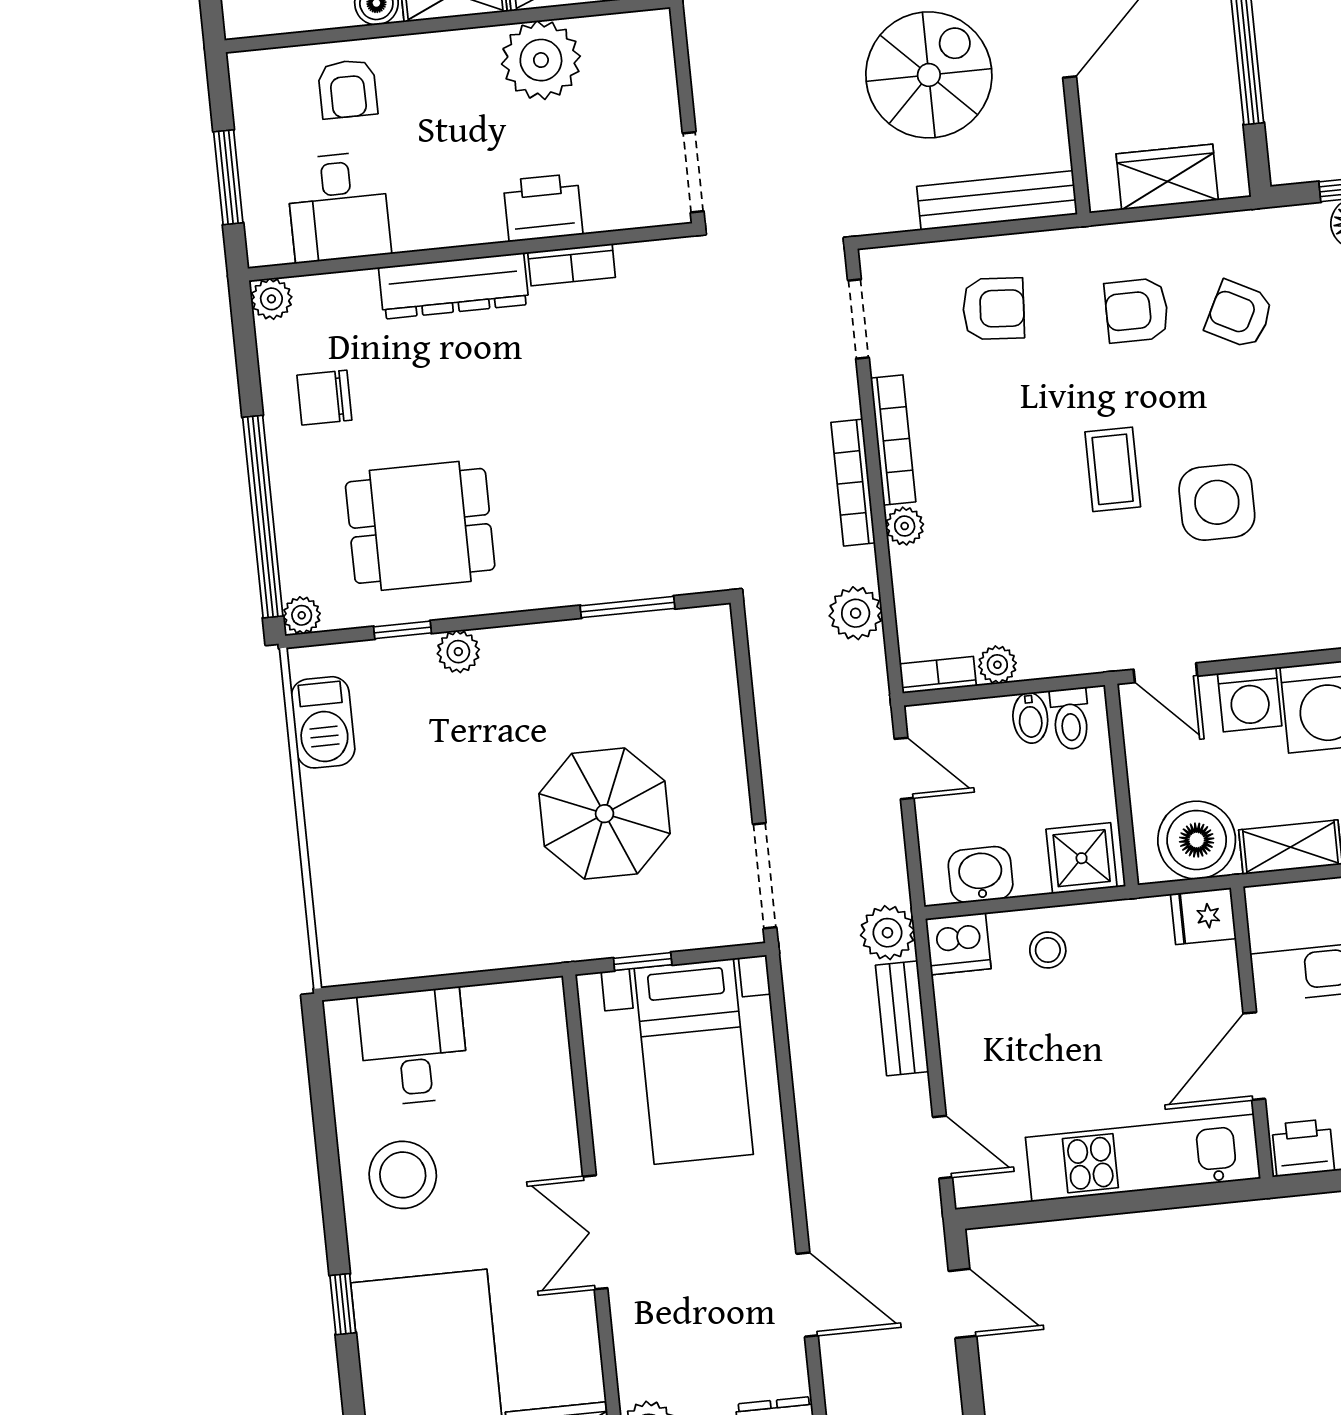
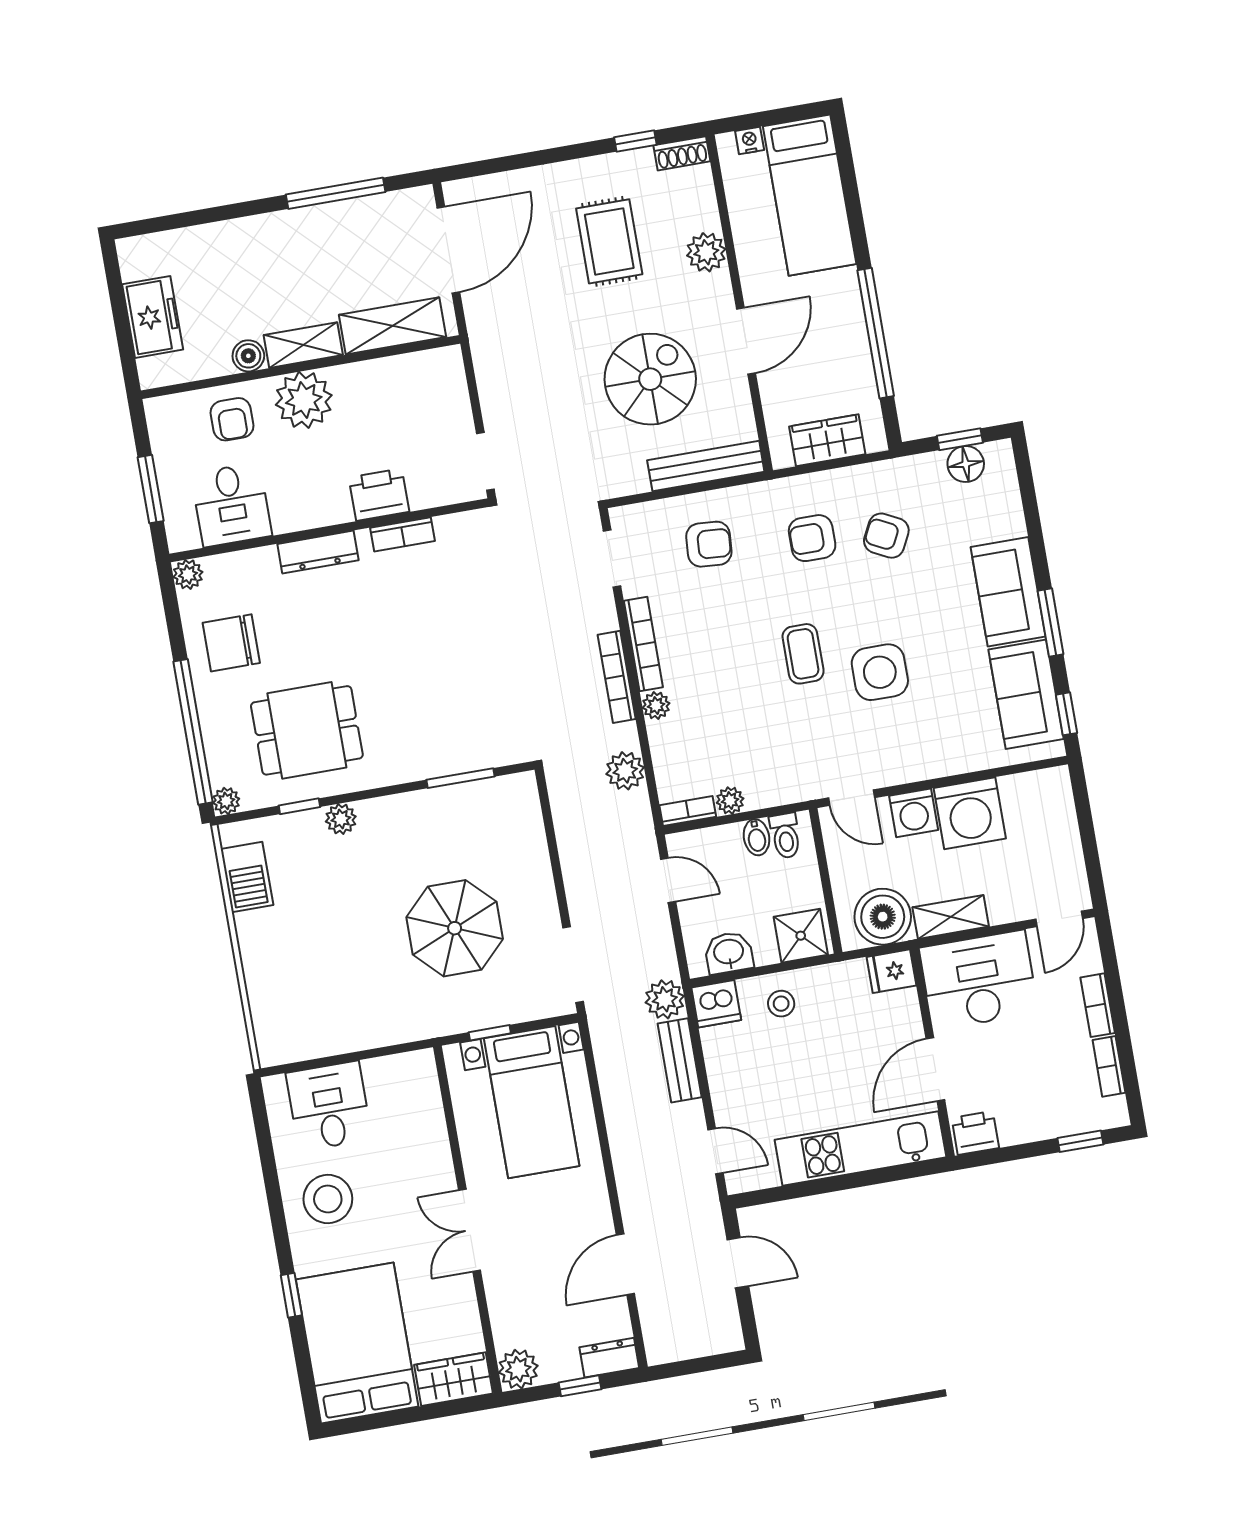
plant: (541, 60) -> (304, 400), moved
dresser: (454, 286) -> (318, 552), width x0.73, depth x0.80
chair: (324, 398) -> (231, 643), width x1.37, depth x1.37
door: (807, 1295) -> (625, 1264), swing flipped

